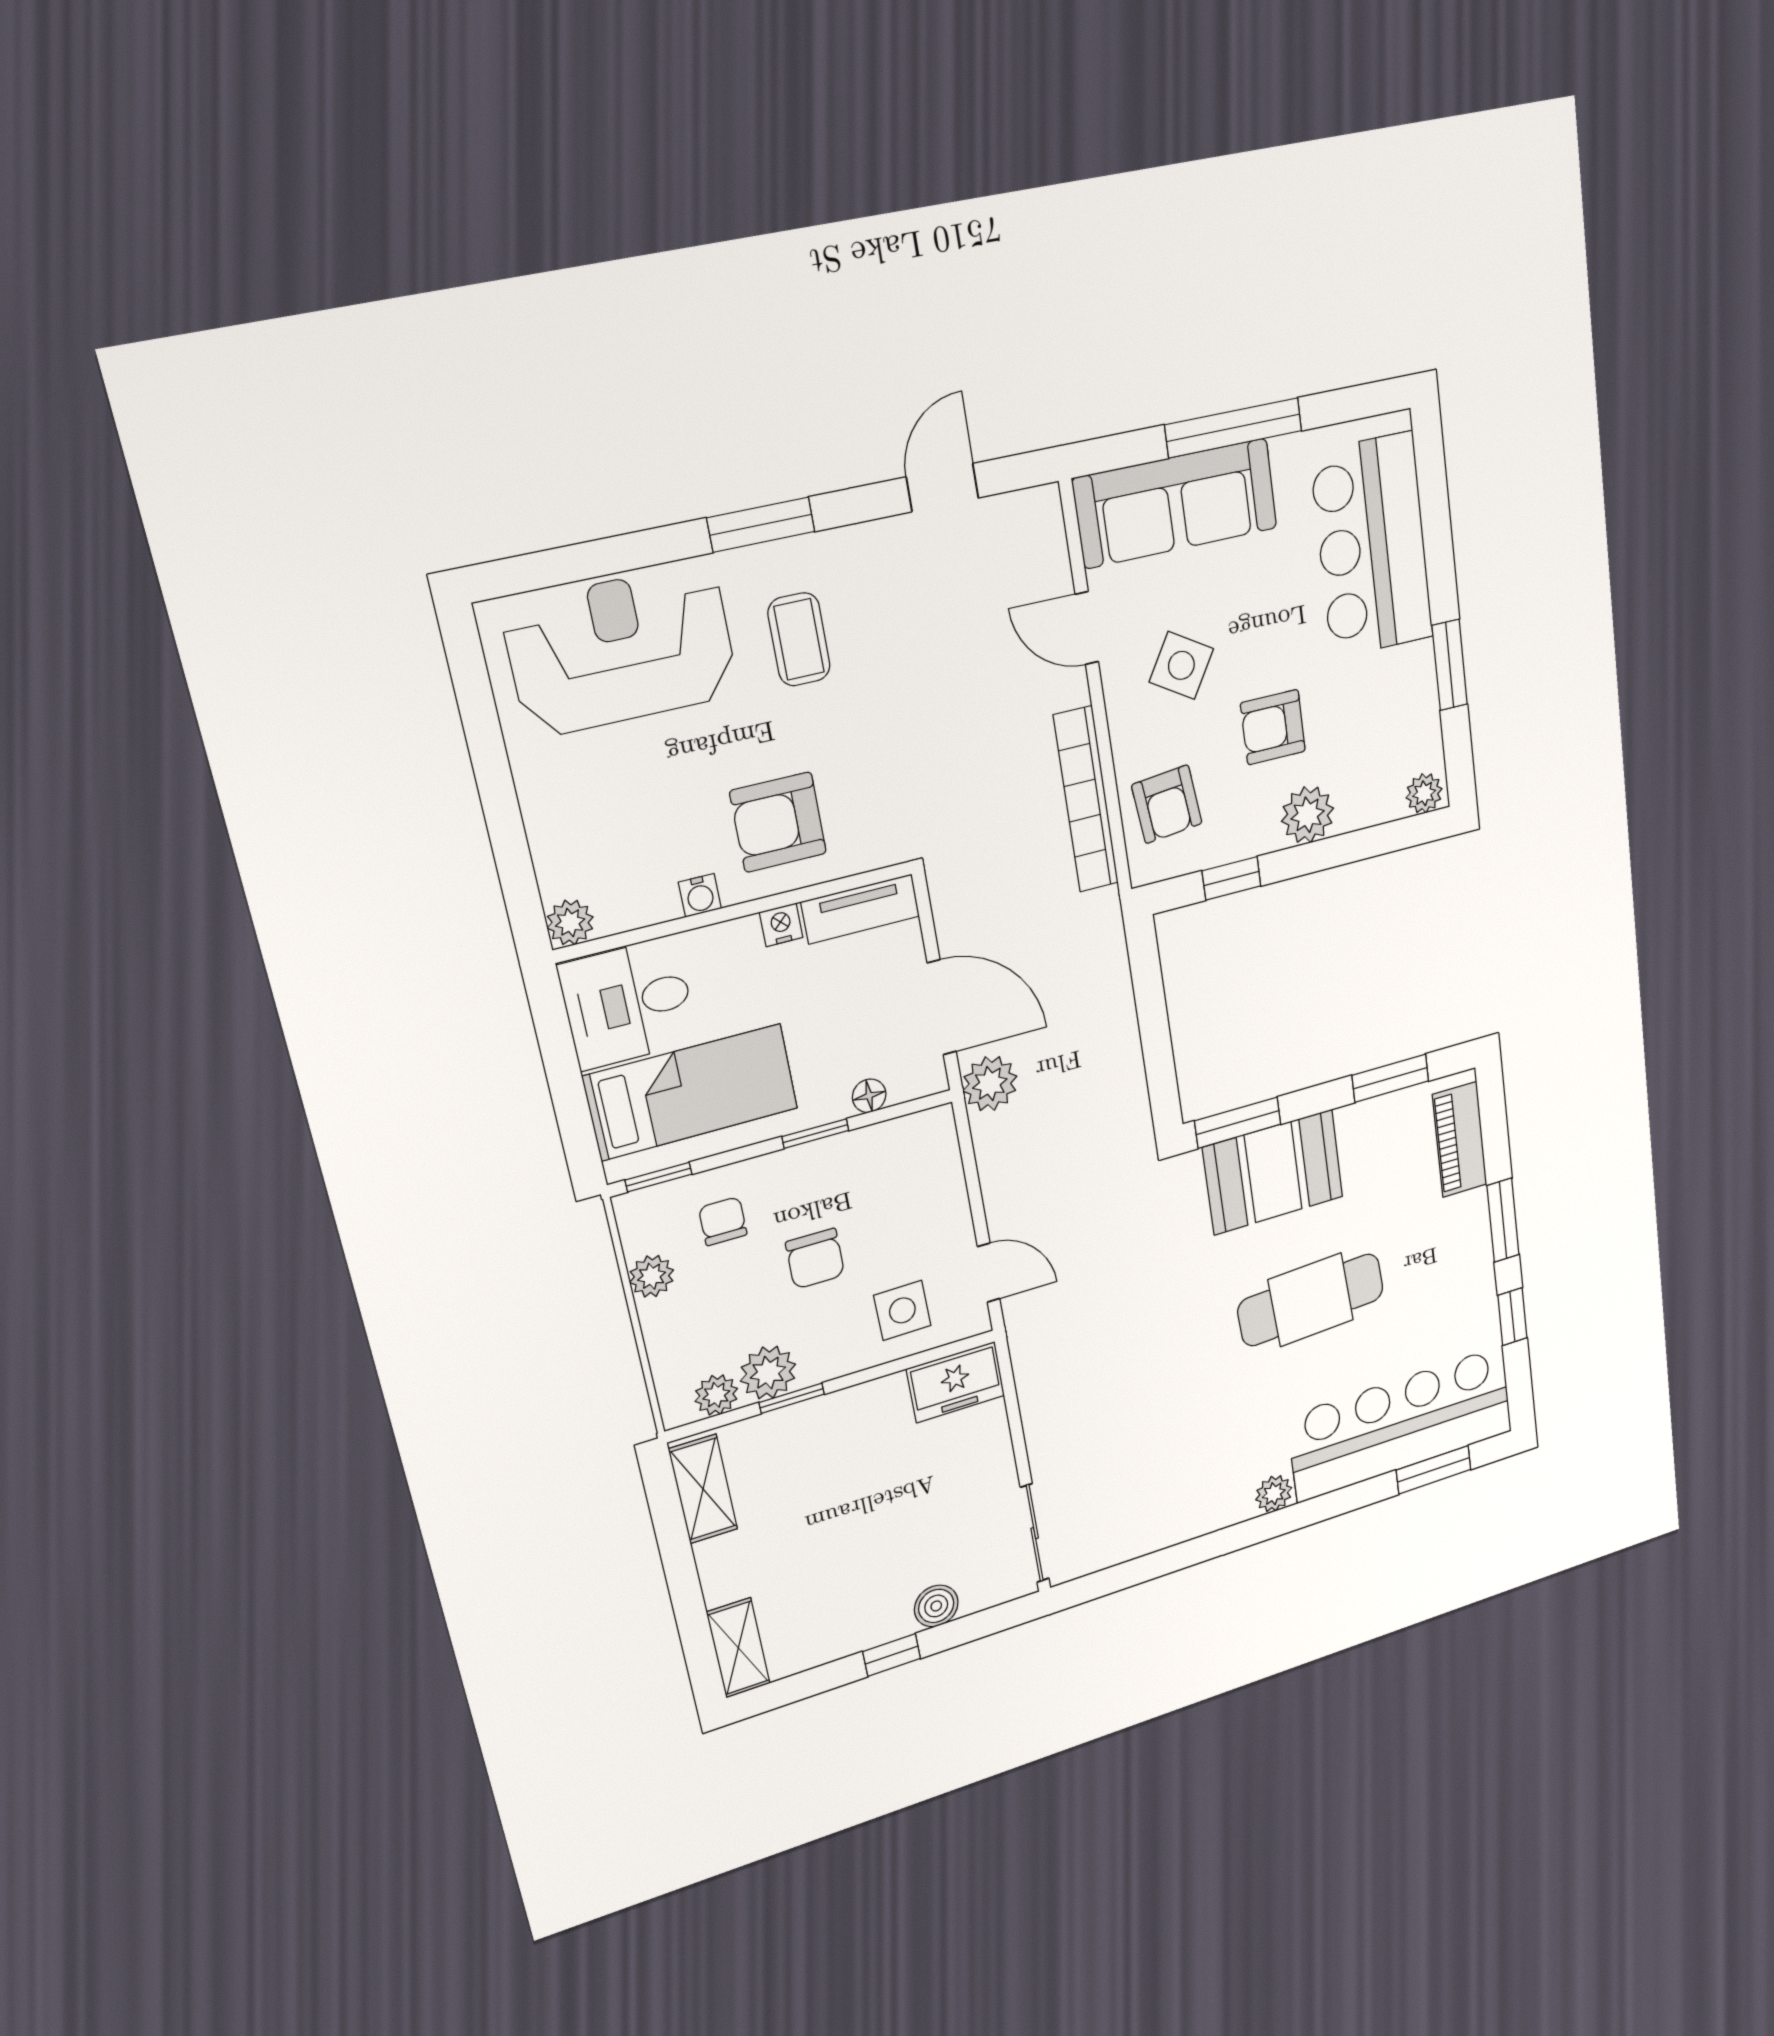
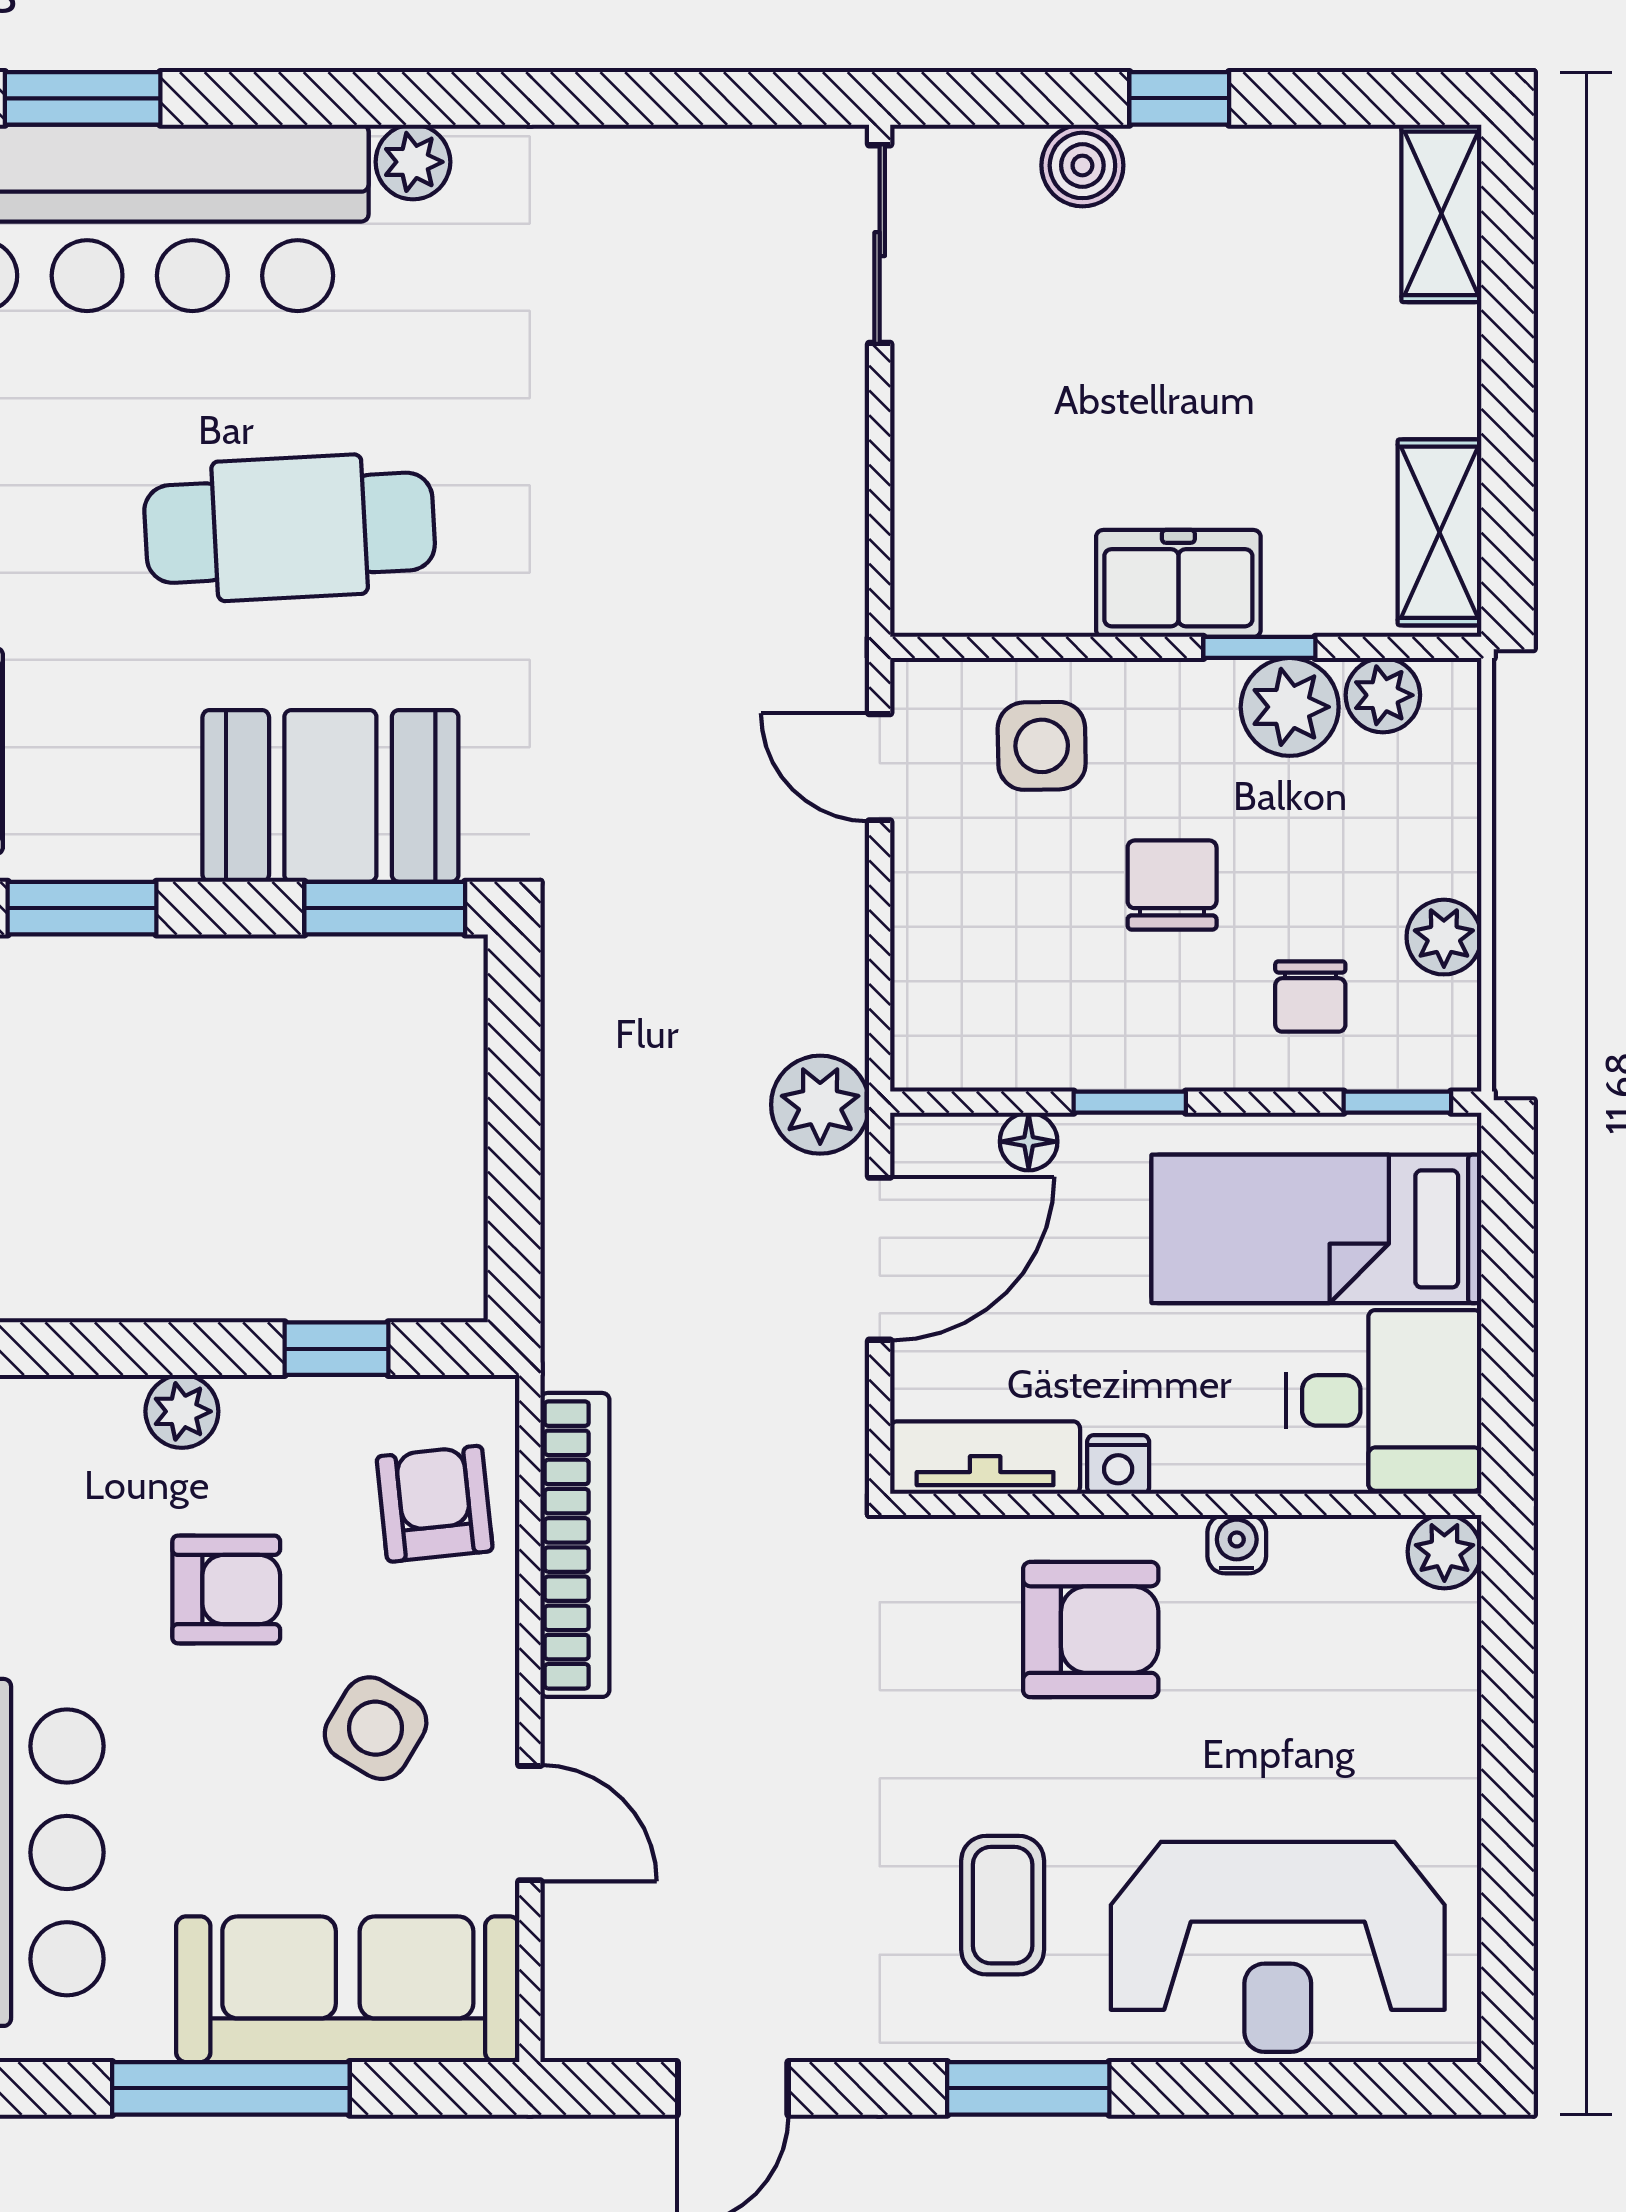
plant: (1308, 815) -> (182, 1411), width x0.73, depth x0.73
door: (942, 1007) -> (880, 1259), swing flipped
freezer: (956, 1382) -> (1178, 583), moved

